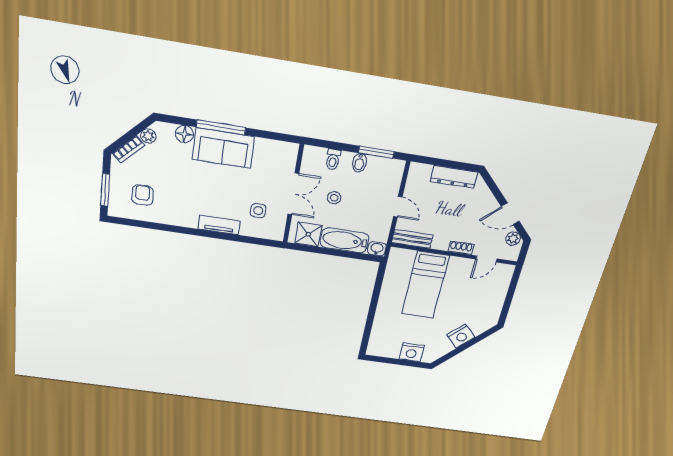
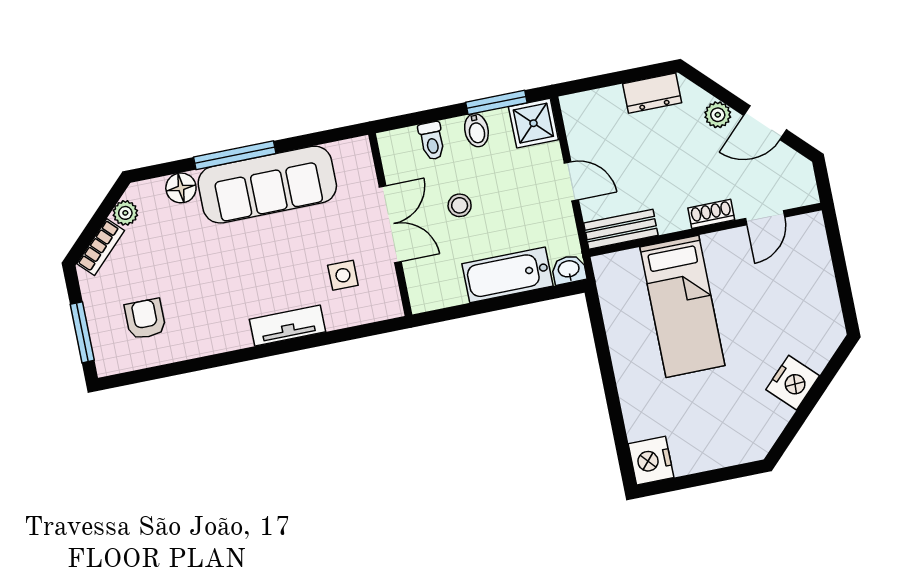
sofa: (223, 148) -> (267, 185), width x1.36
dresser: (454, 177) -> (652, 93), width x0.70
shower: (308, 234) -> (533, 123), moved
plant: (513, 239) -> (718, 115), moved
nightstand: (412, 352) -> (651, 461), moved, turned 90

